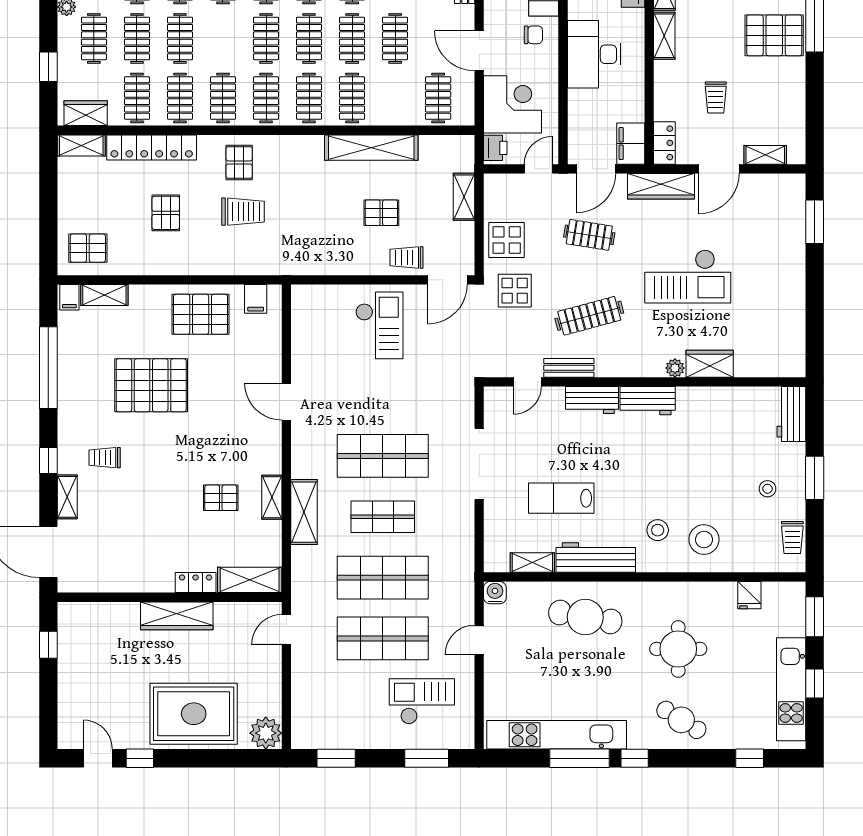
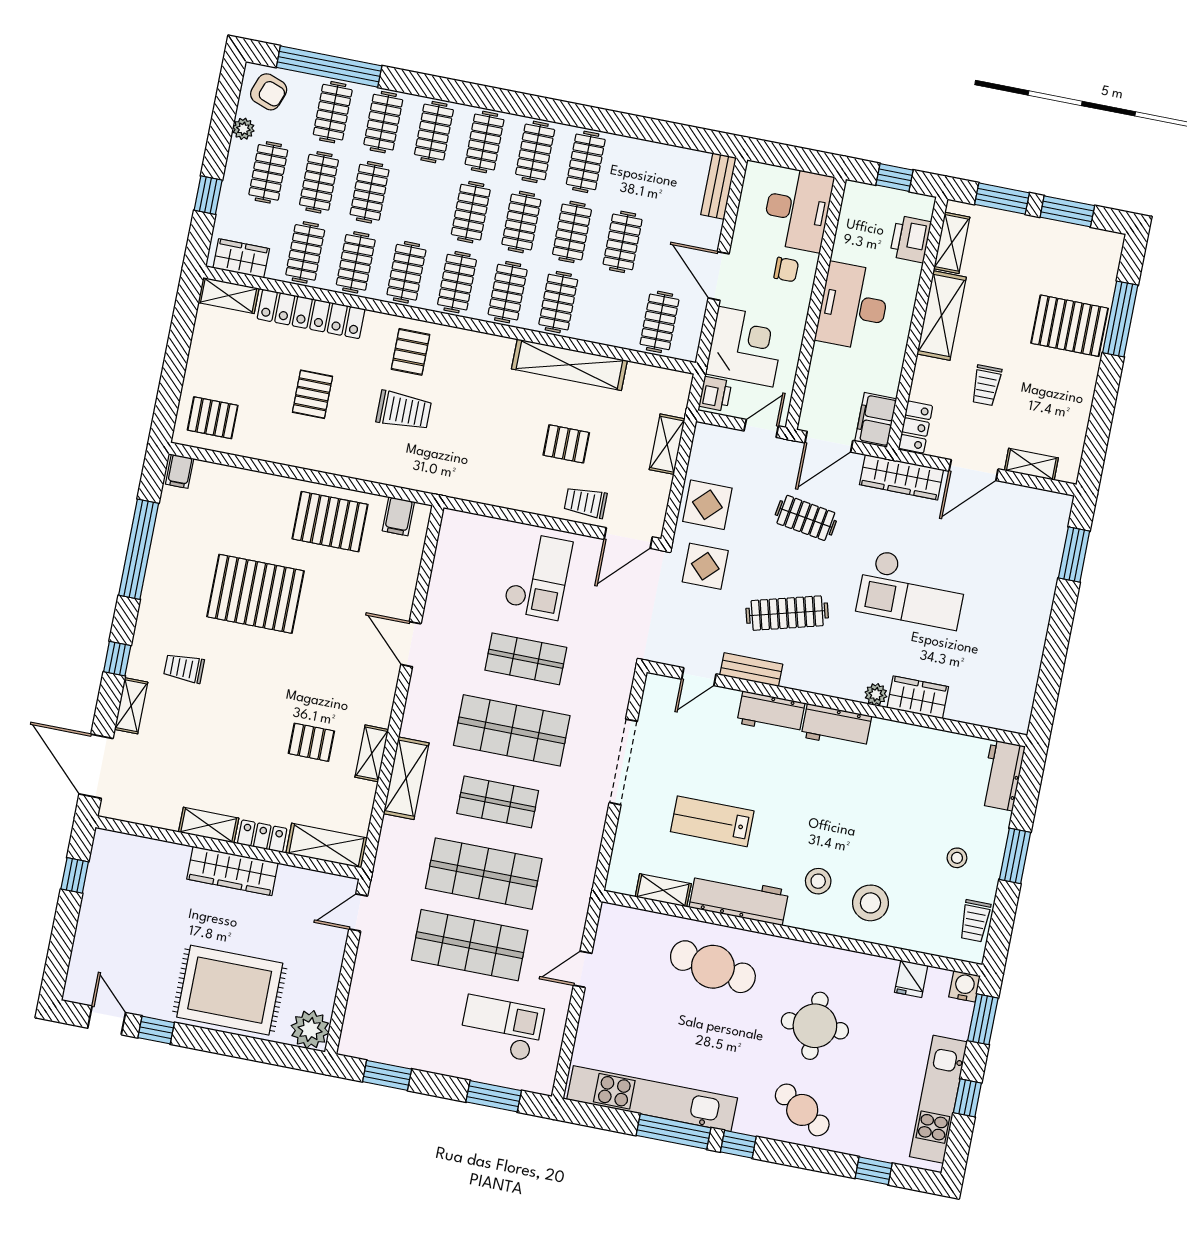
shelving: (664, 36) -> (942, 316), width x1.50, depth x1.33
shelving: (104, 295) -> (209, 825), moved
shop shelf: (383, 395) -> (526, 659), added
water cooler: (495, 593) -> (964, 986), moved

